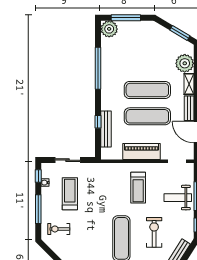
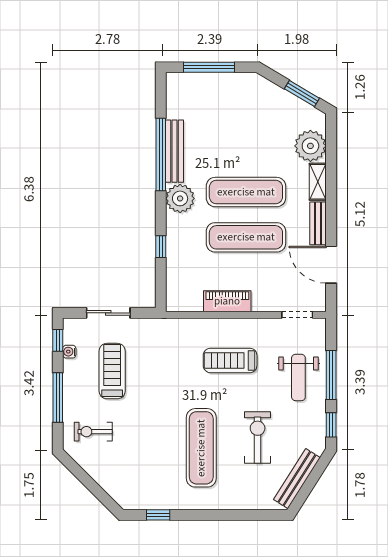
plant: (109, 29) -> (180, 198), moved
bench: (106, 129) -> (174, 151), moved
piano: (142, 151) -> (227, 301), width x0.73, depth x0.75
treadmill: (138, 188) -> (230, 360), turned 90
weight bench: (178, 198) -> (298, 377), turned -90

